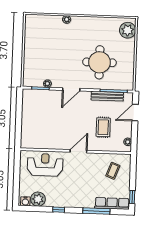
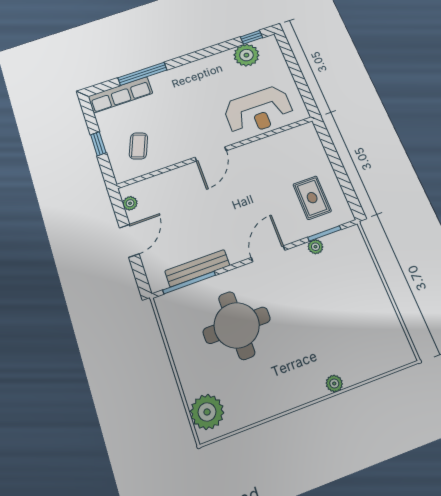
door: (135, 113) -> (129, 241), moved
rug: (103, 127) -> (312, 198), moved
window: (132, 197) -> (98, 144), moved
water cooler: (25, 201) -> (266, 44), removed
window: (59, 210) -> (252, 37), moved

